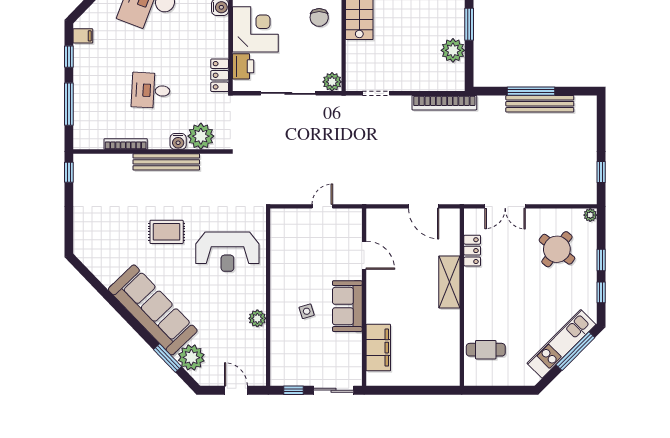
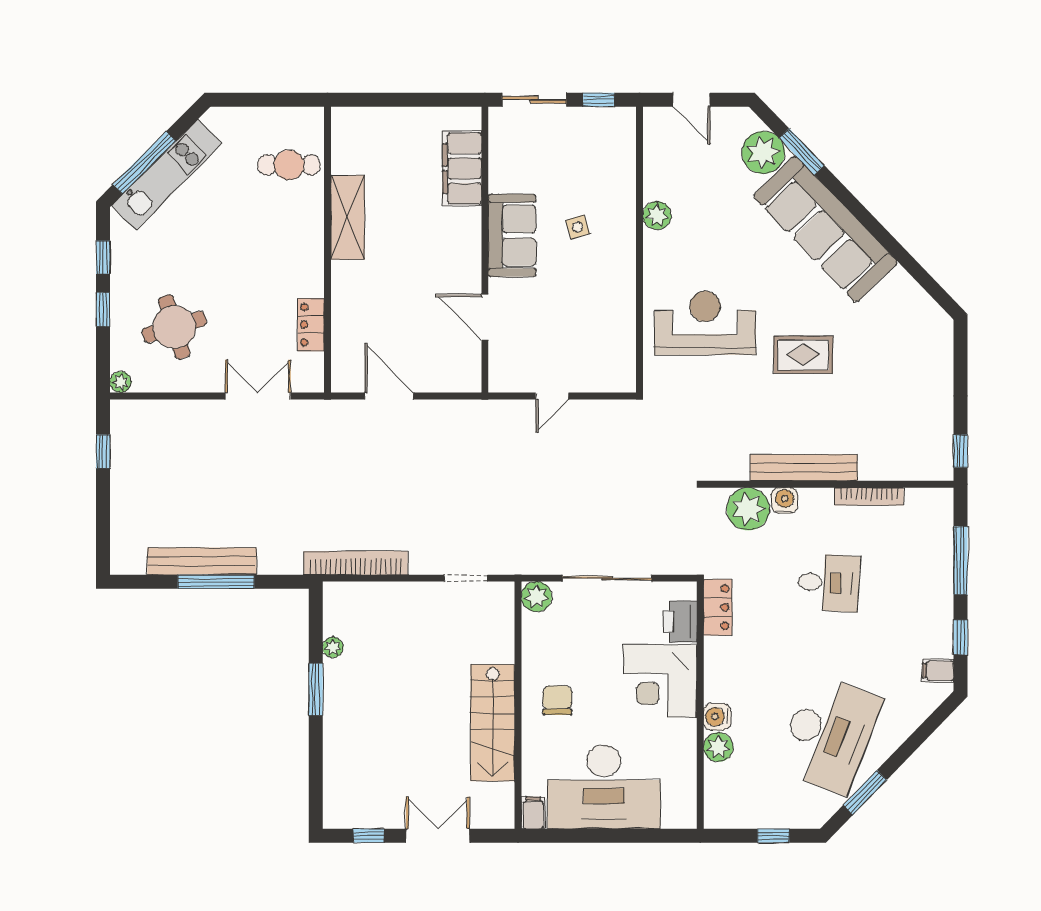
plant: (453, 50) -> (333, 647), width x0.53, depth x0.53
round table: (557, 249) -> (174, 327), turned 35
shelving: (449, 282) -> (348, 217), moved

